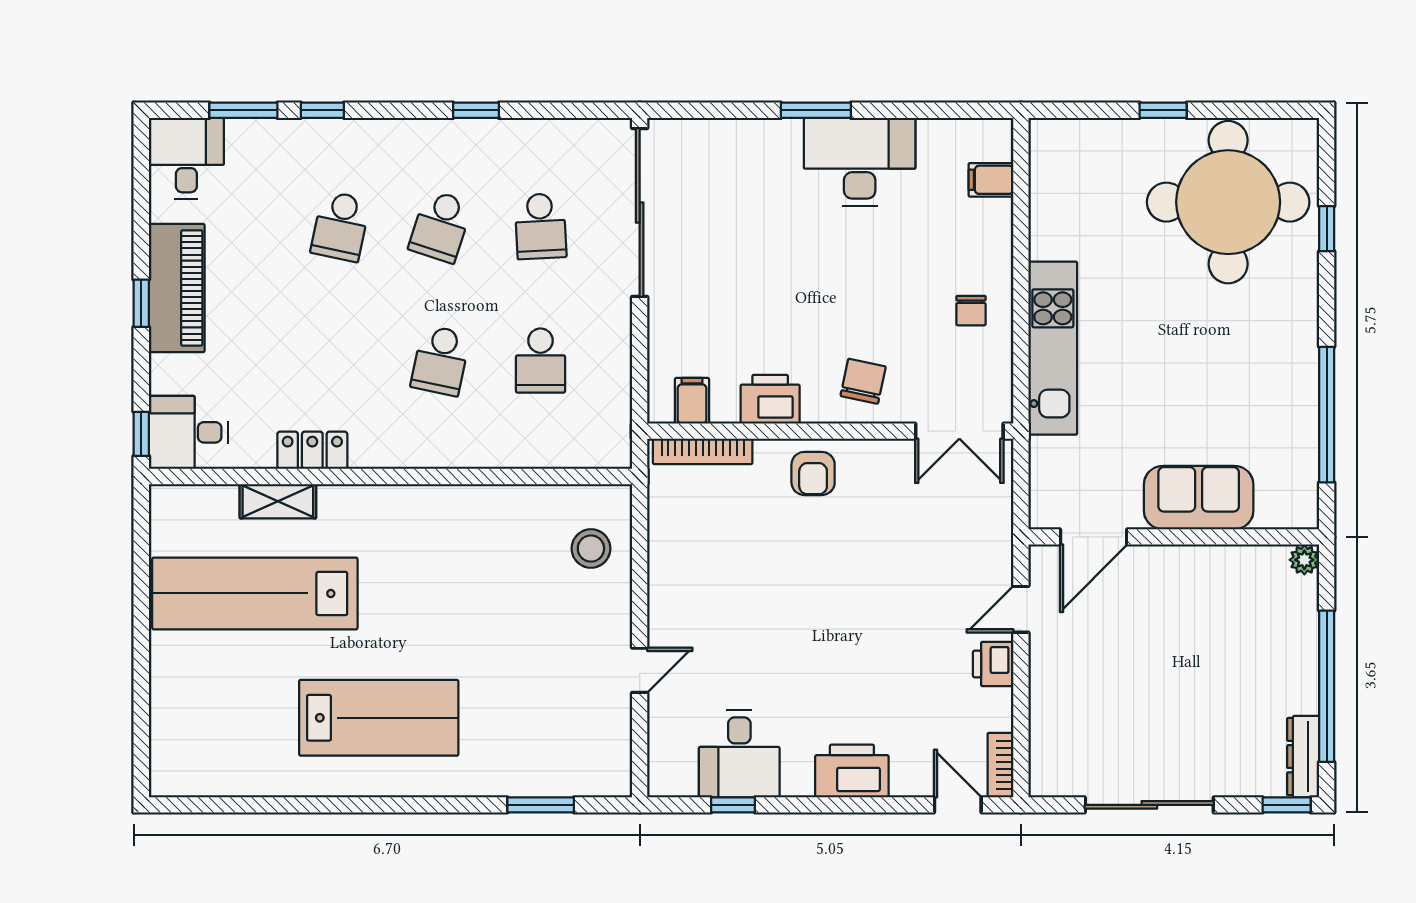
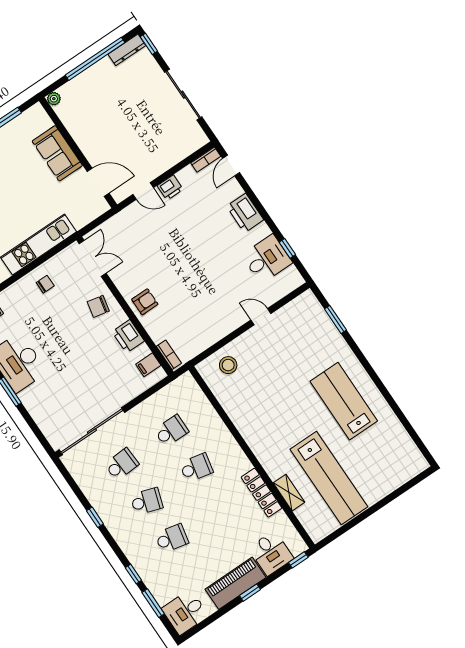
desk: (188, 432) -> (271, 553), moved
locker: (312, 450) -> (262, 493), width x1.53
bookcase: (703, 451) -> (169, 355), width x0.64

